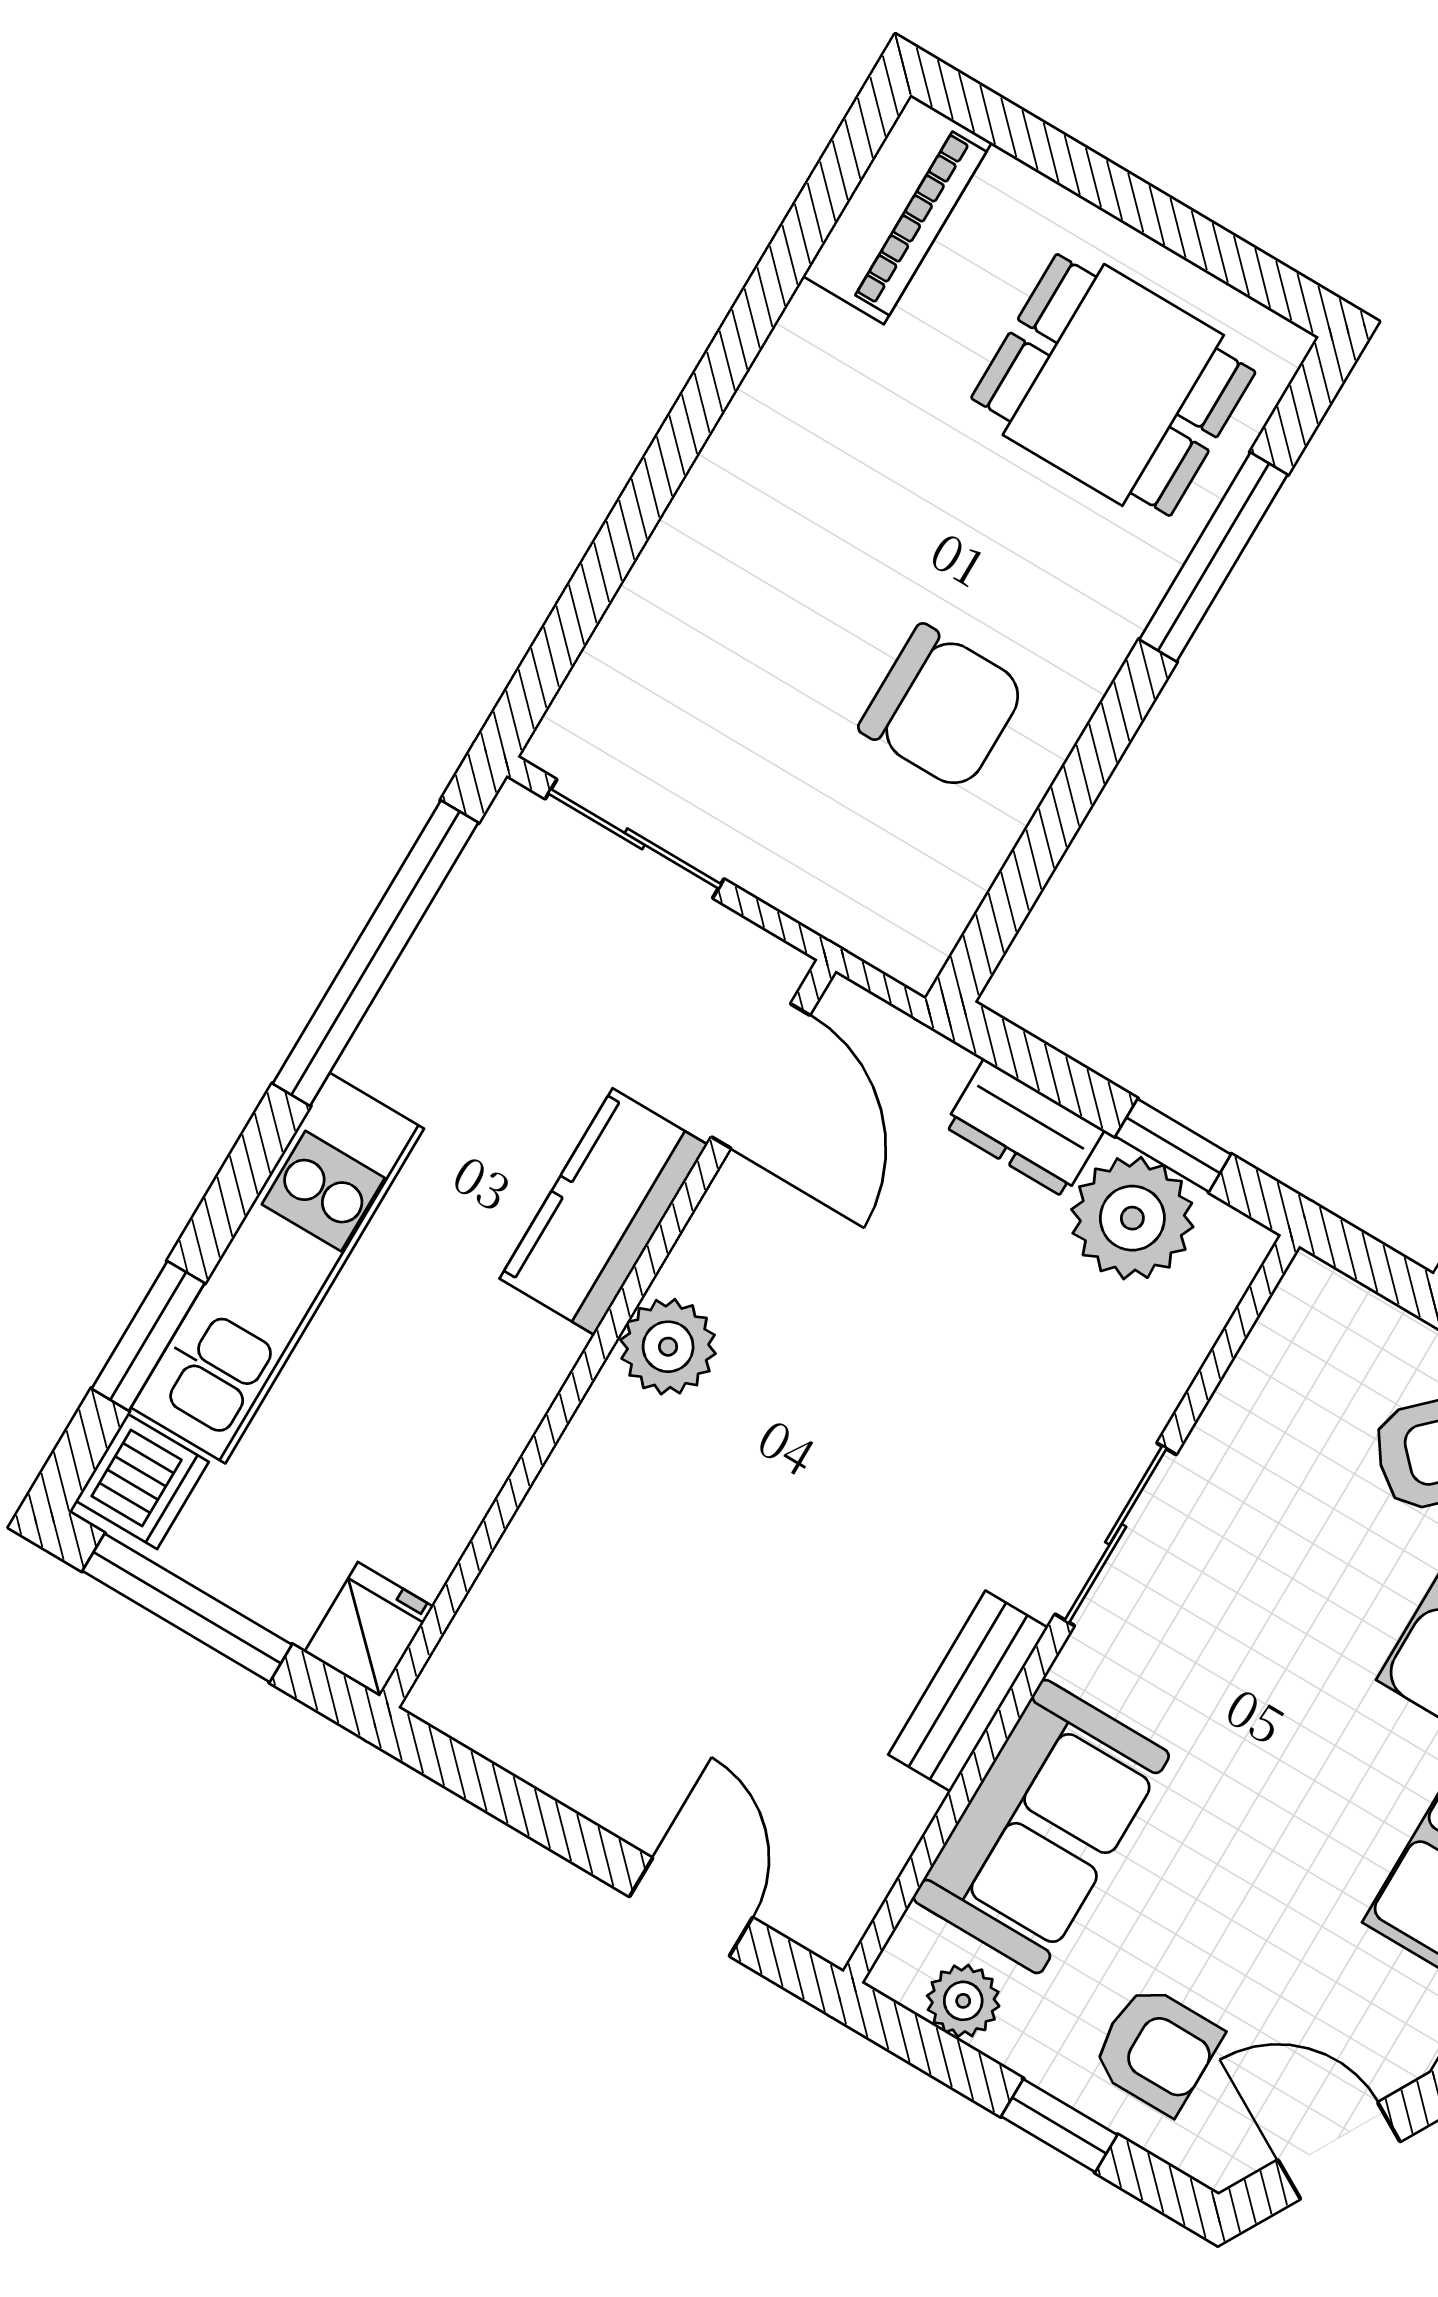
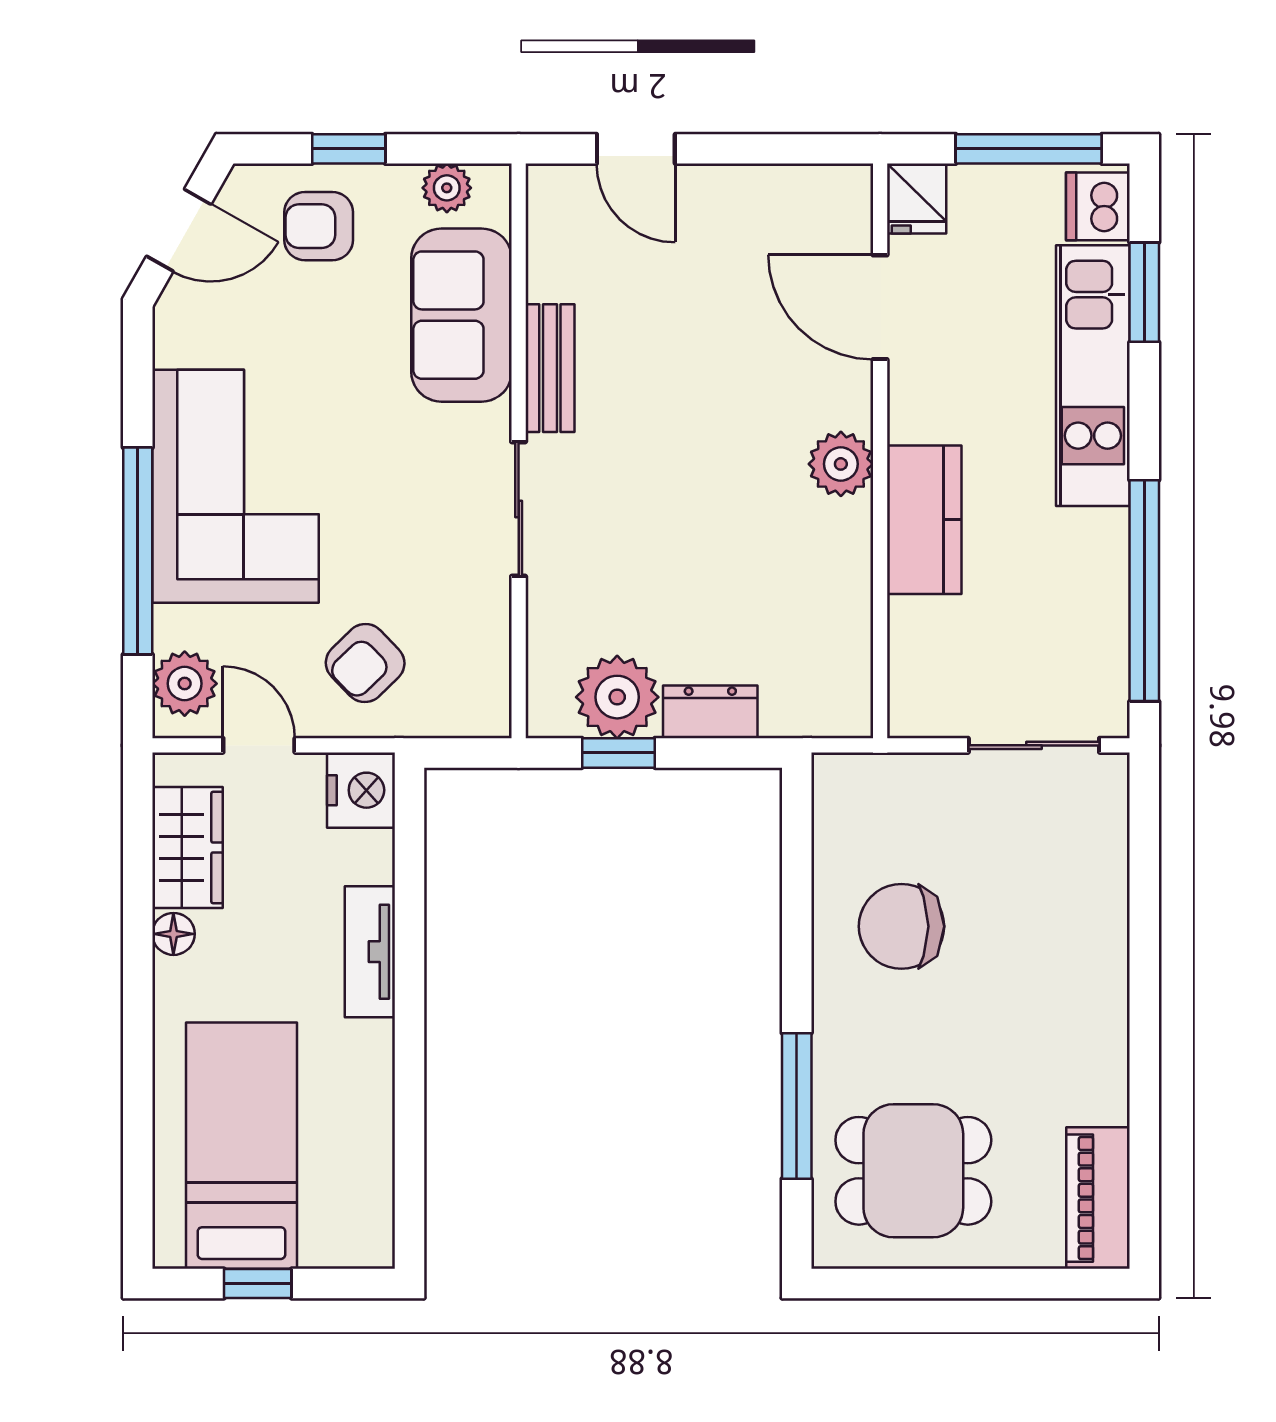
door: (761, 1076) -> (880, 307), moved

